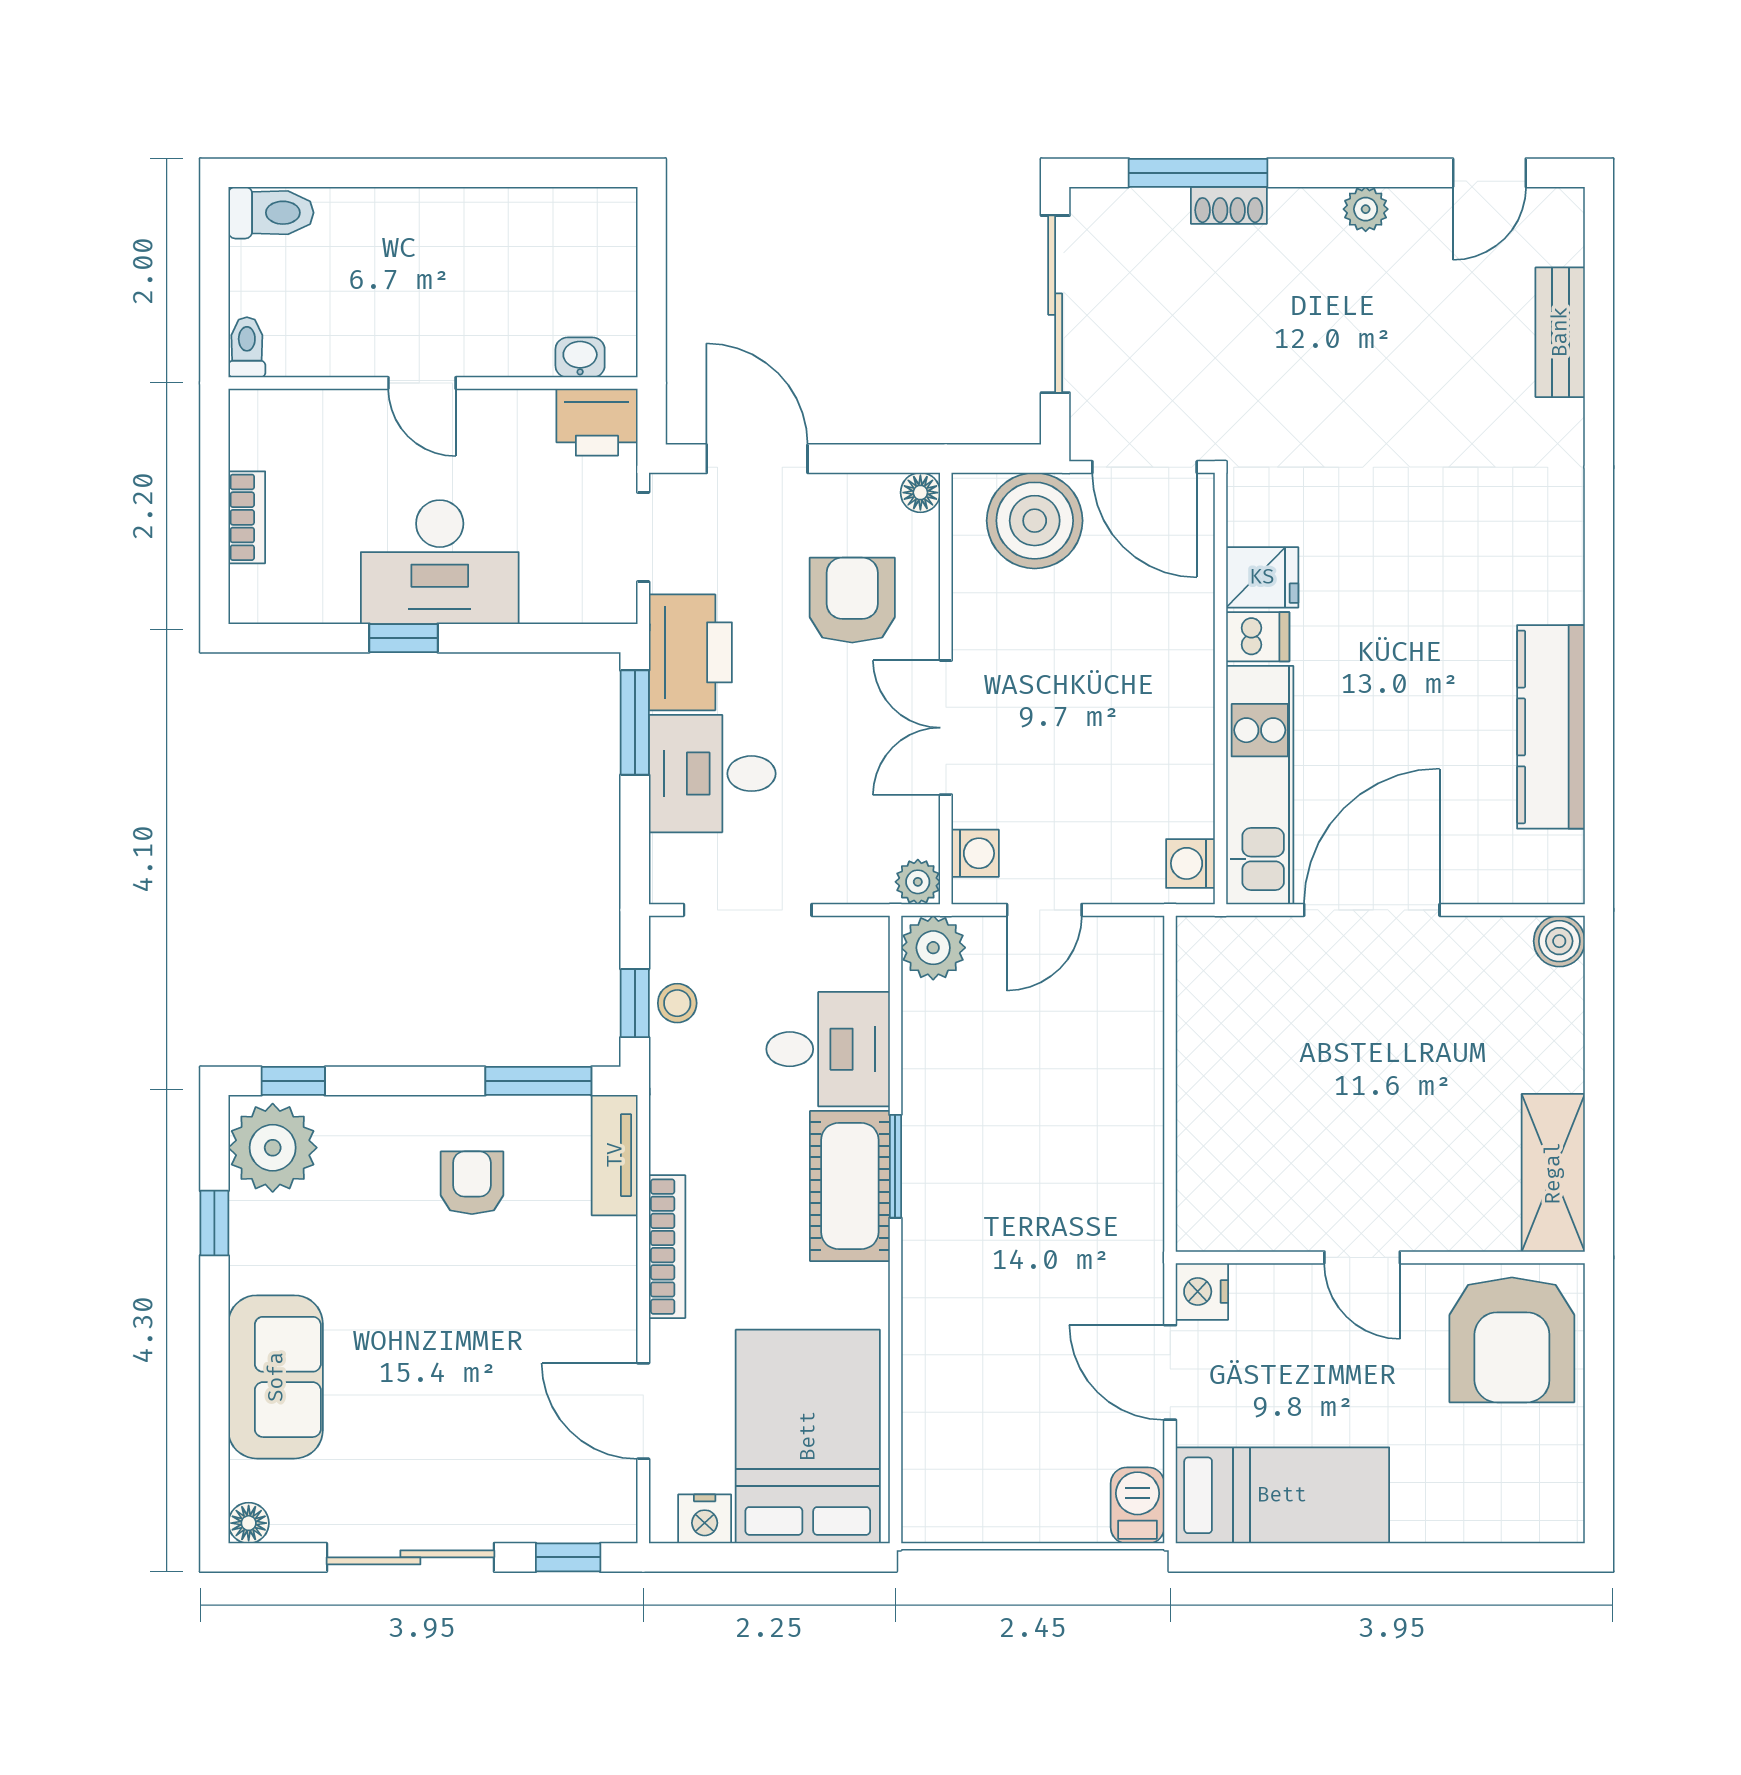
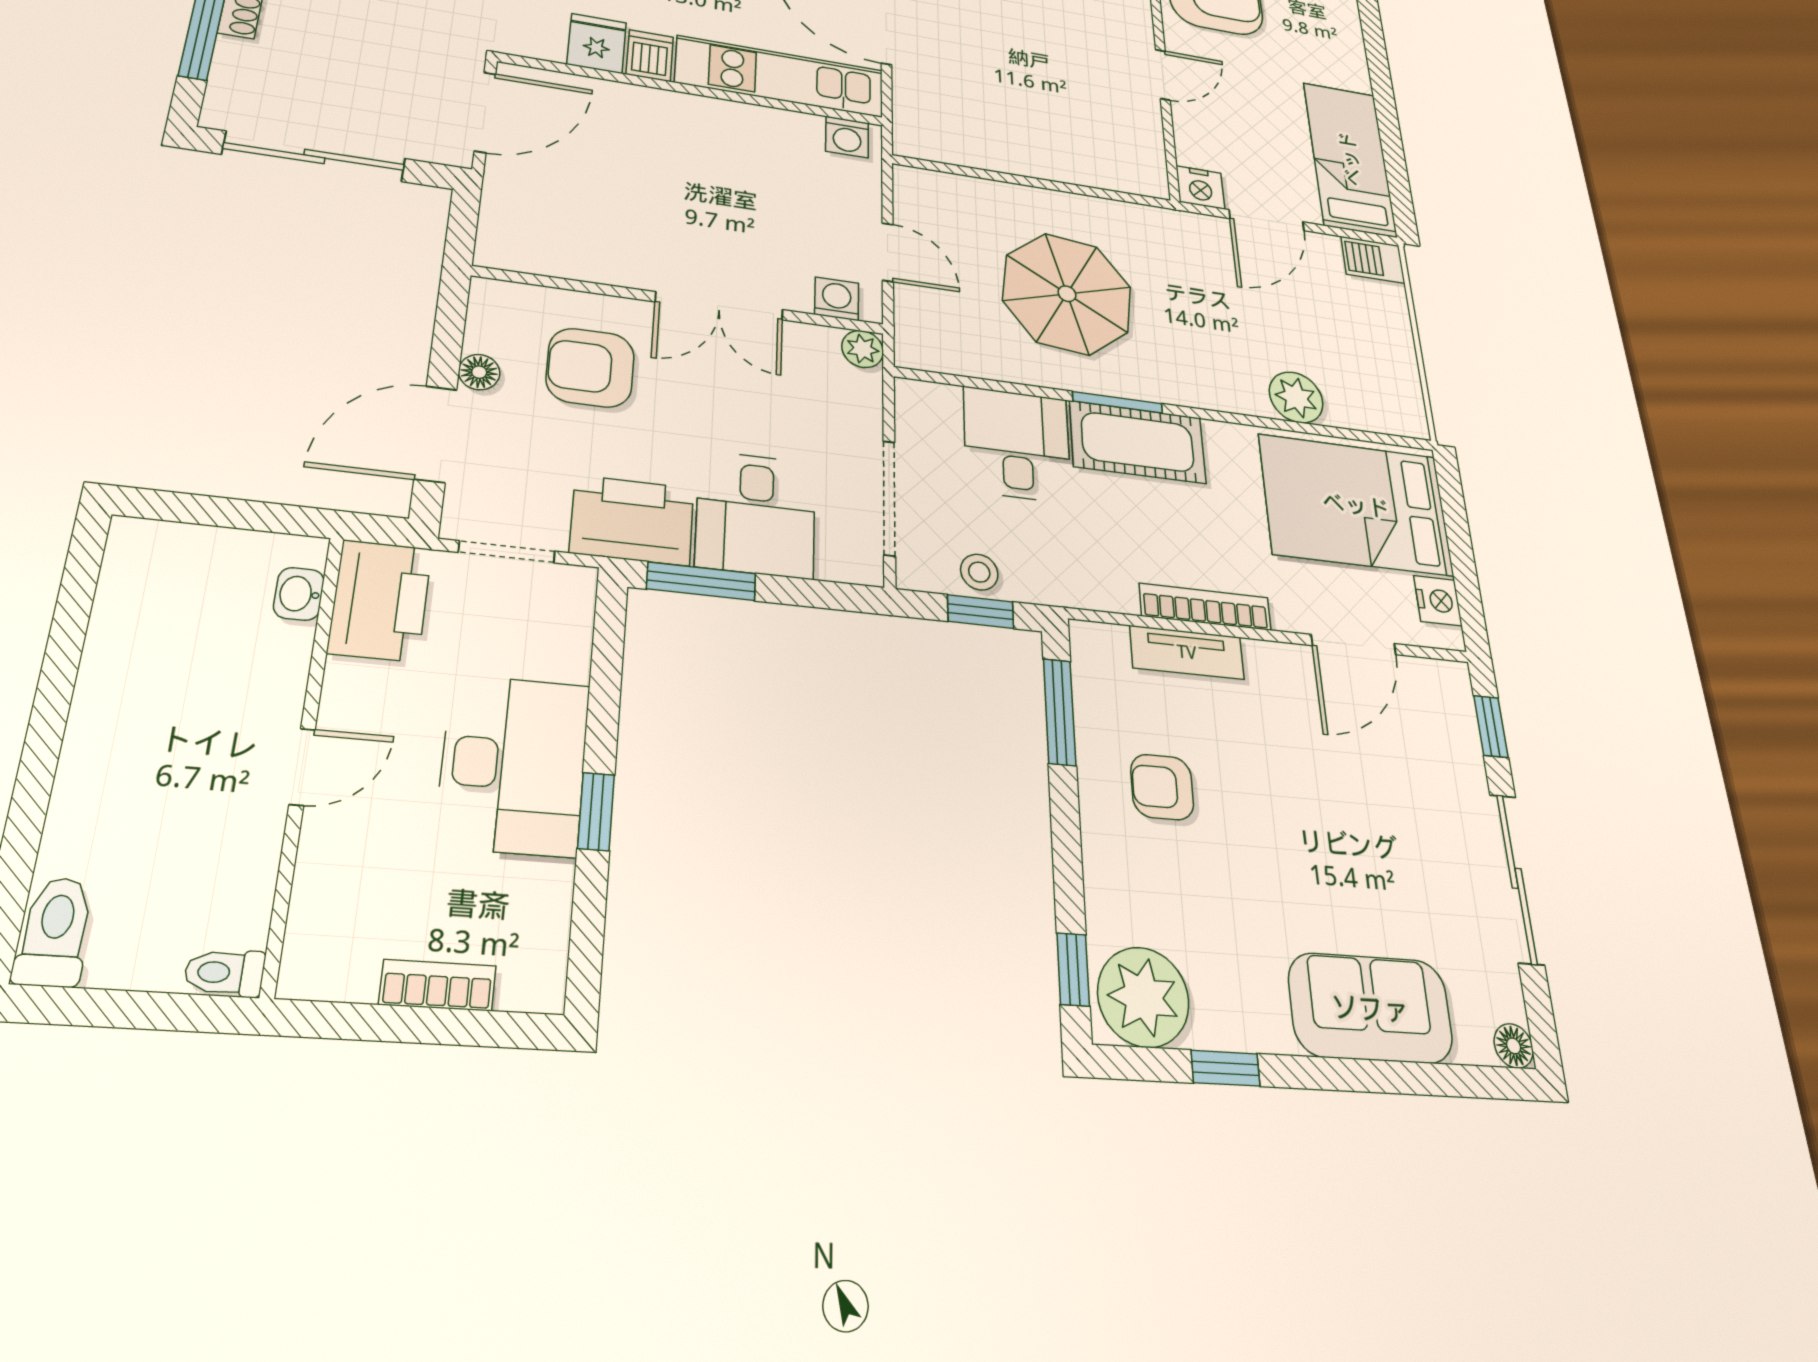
printer: (597, 422) -> (380, 600), width x1.37, depth x1.19
floor lamp: (920, 493) -> (479, 372), moved
boiler: (1035, 521) -> (527, 205), removed
plant: (933, 948) -> (1296, 397), moved
parasol: (1025, 1116) -> (1067, 294), added
tv unit: (615, 1155) -> (1187, 652), moved

